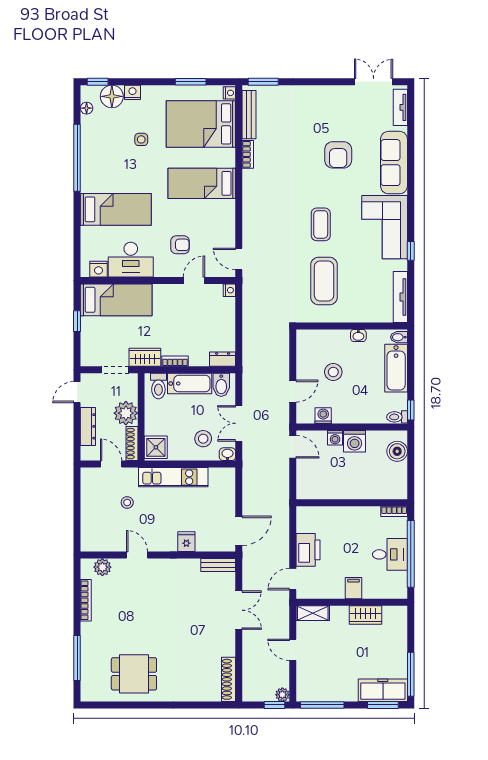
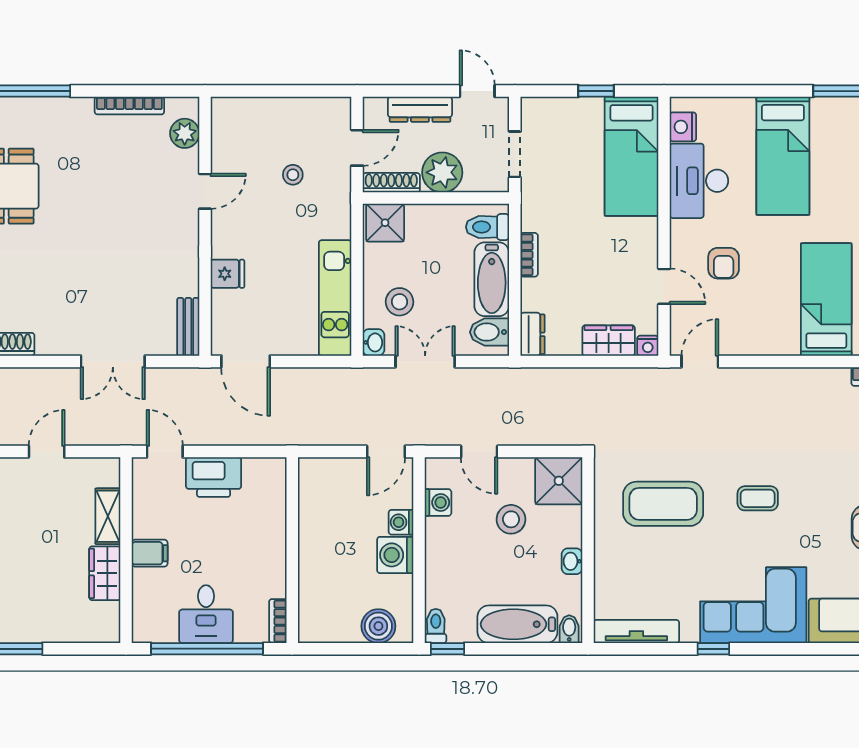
coffee table: (321, 224) -> (758, 498), width x0.73, depth x0.77
shower: (310, 343) -> (559, 481), added
wardrobe: (145, 357) -> (609, 341), moved, turned -90
kitchen unit: (173, 477) -> (335, 298), moved
shelving: (313, 613) -> (108, 516), moved

